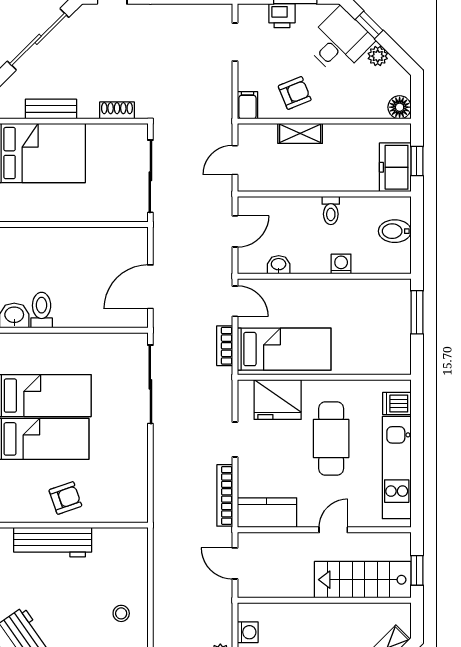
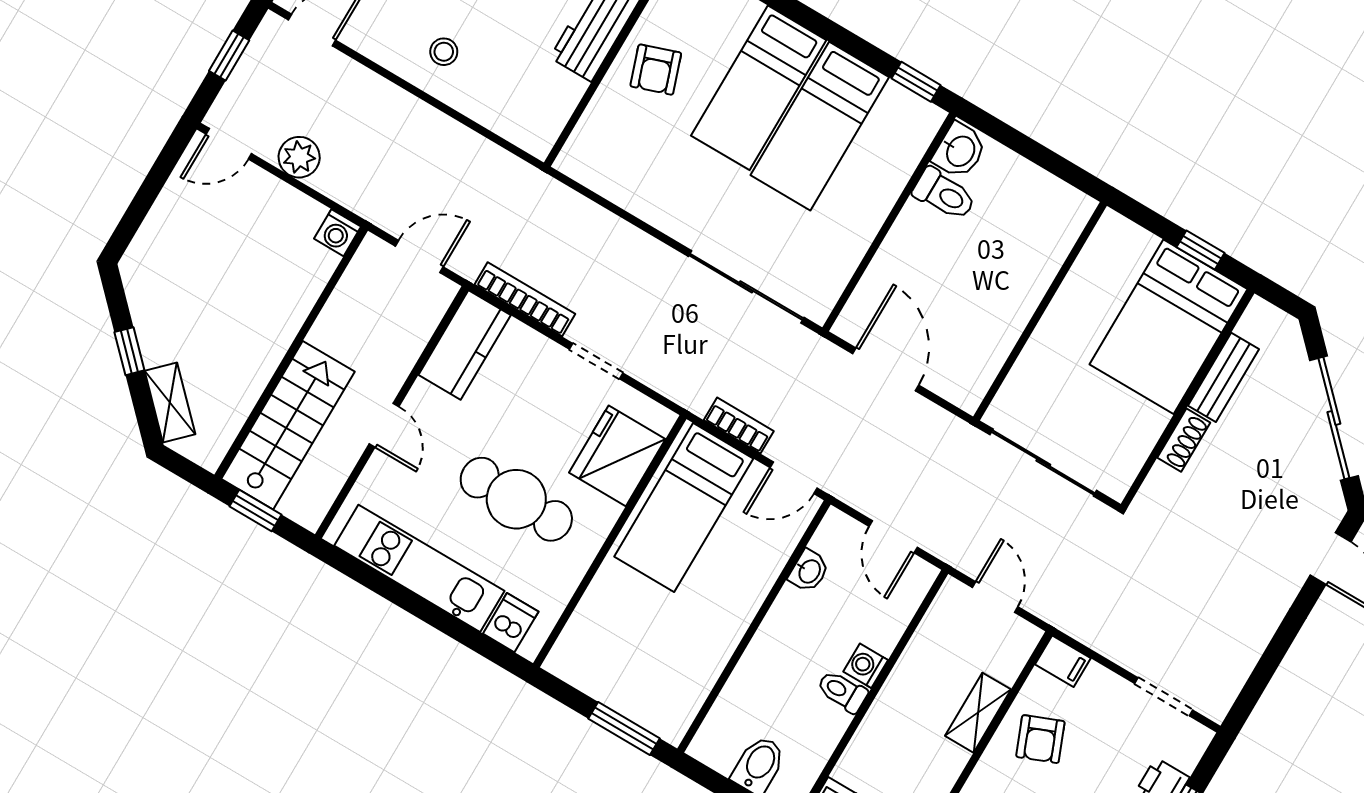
shoe rack: (117, 110) -> (1184, 440), moved
washing machine: (341, 264) -> (866, 666), moved, turned 180
washing machine: (248, 632) -> (338, 233), moved

